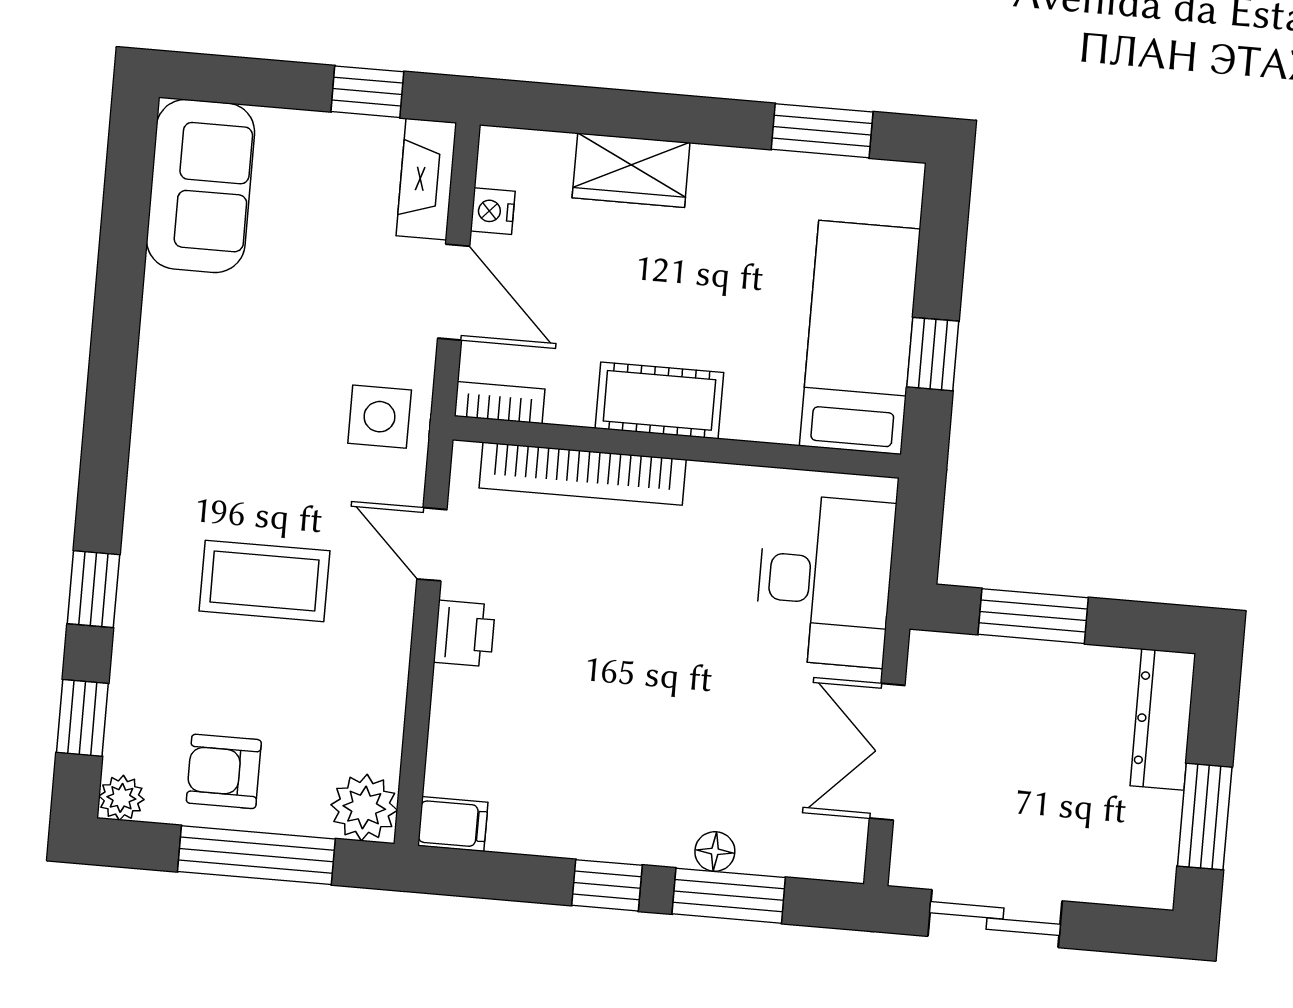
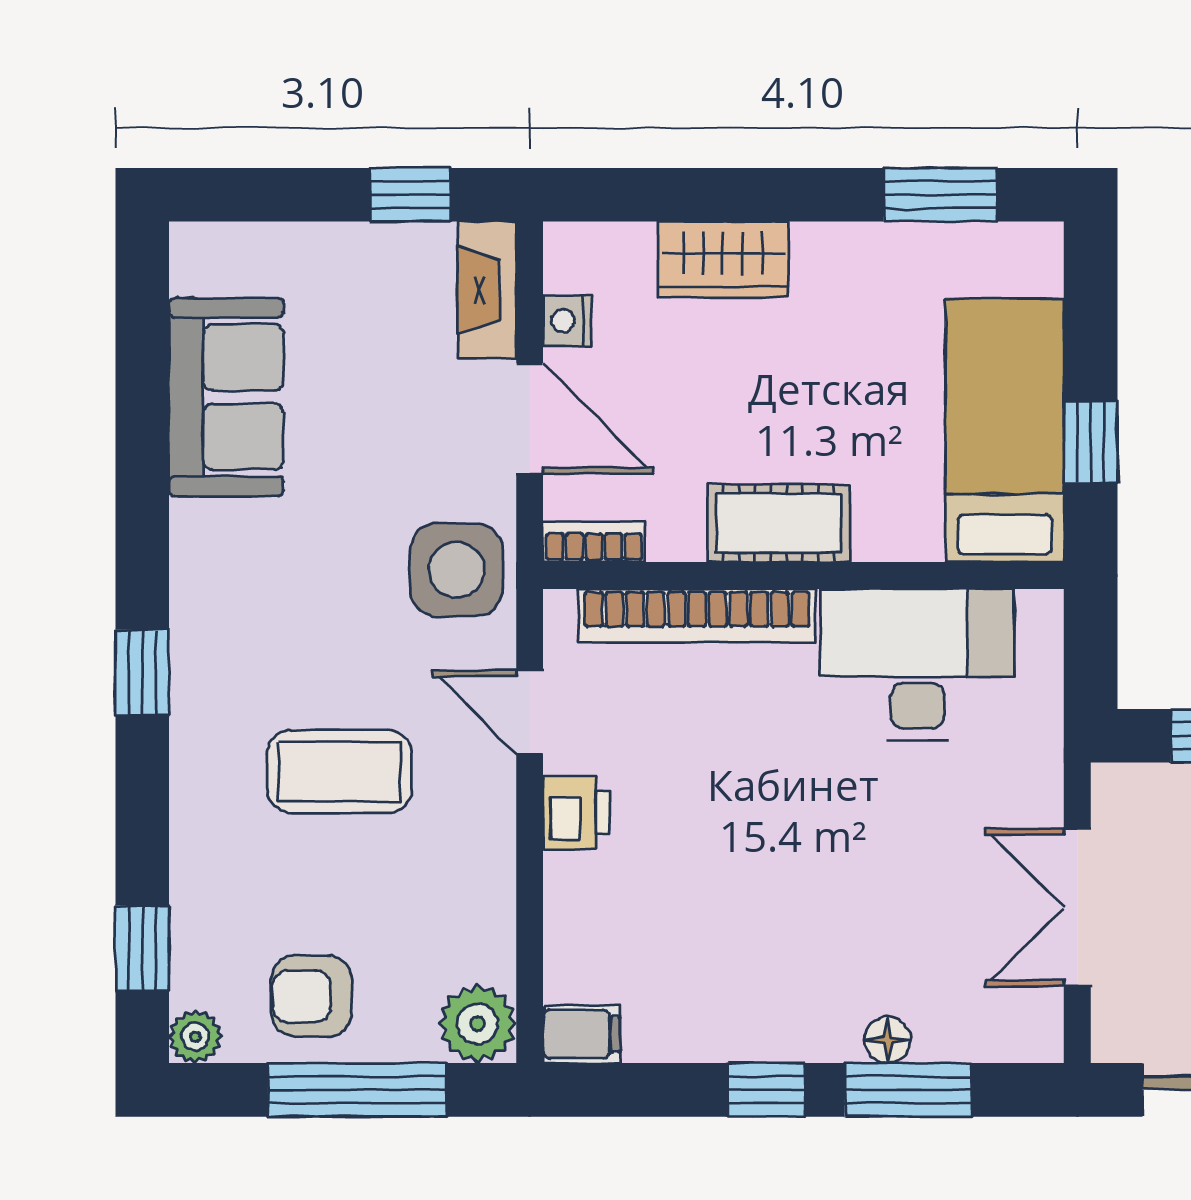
sofa: (201, 186) -> (226, 397), moved
side table: (380, 417) -> (456, 570), width x1.37, depth x1.37
desk: (825, 581) -> (917, 665), moved, turned -90
window: (93, 589) -> (142, 673), moved

